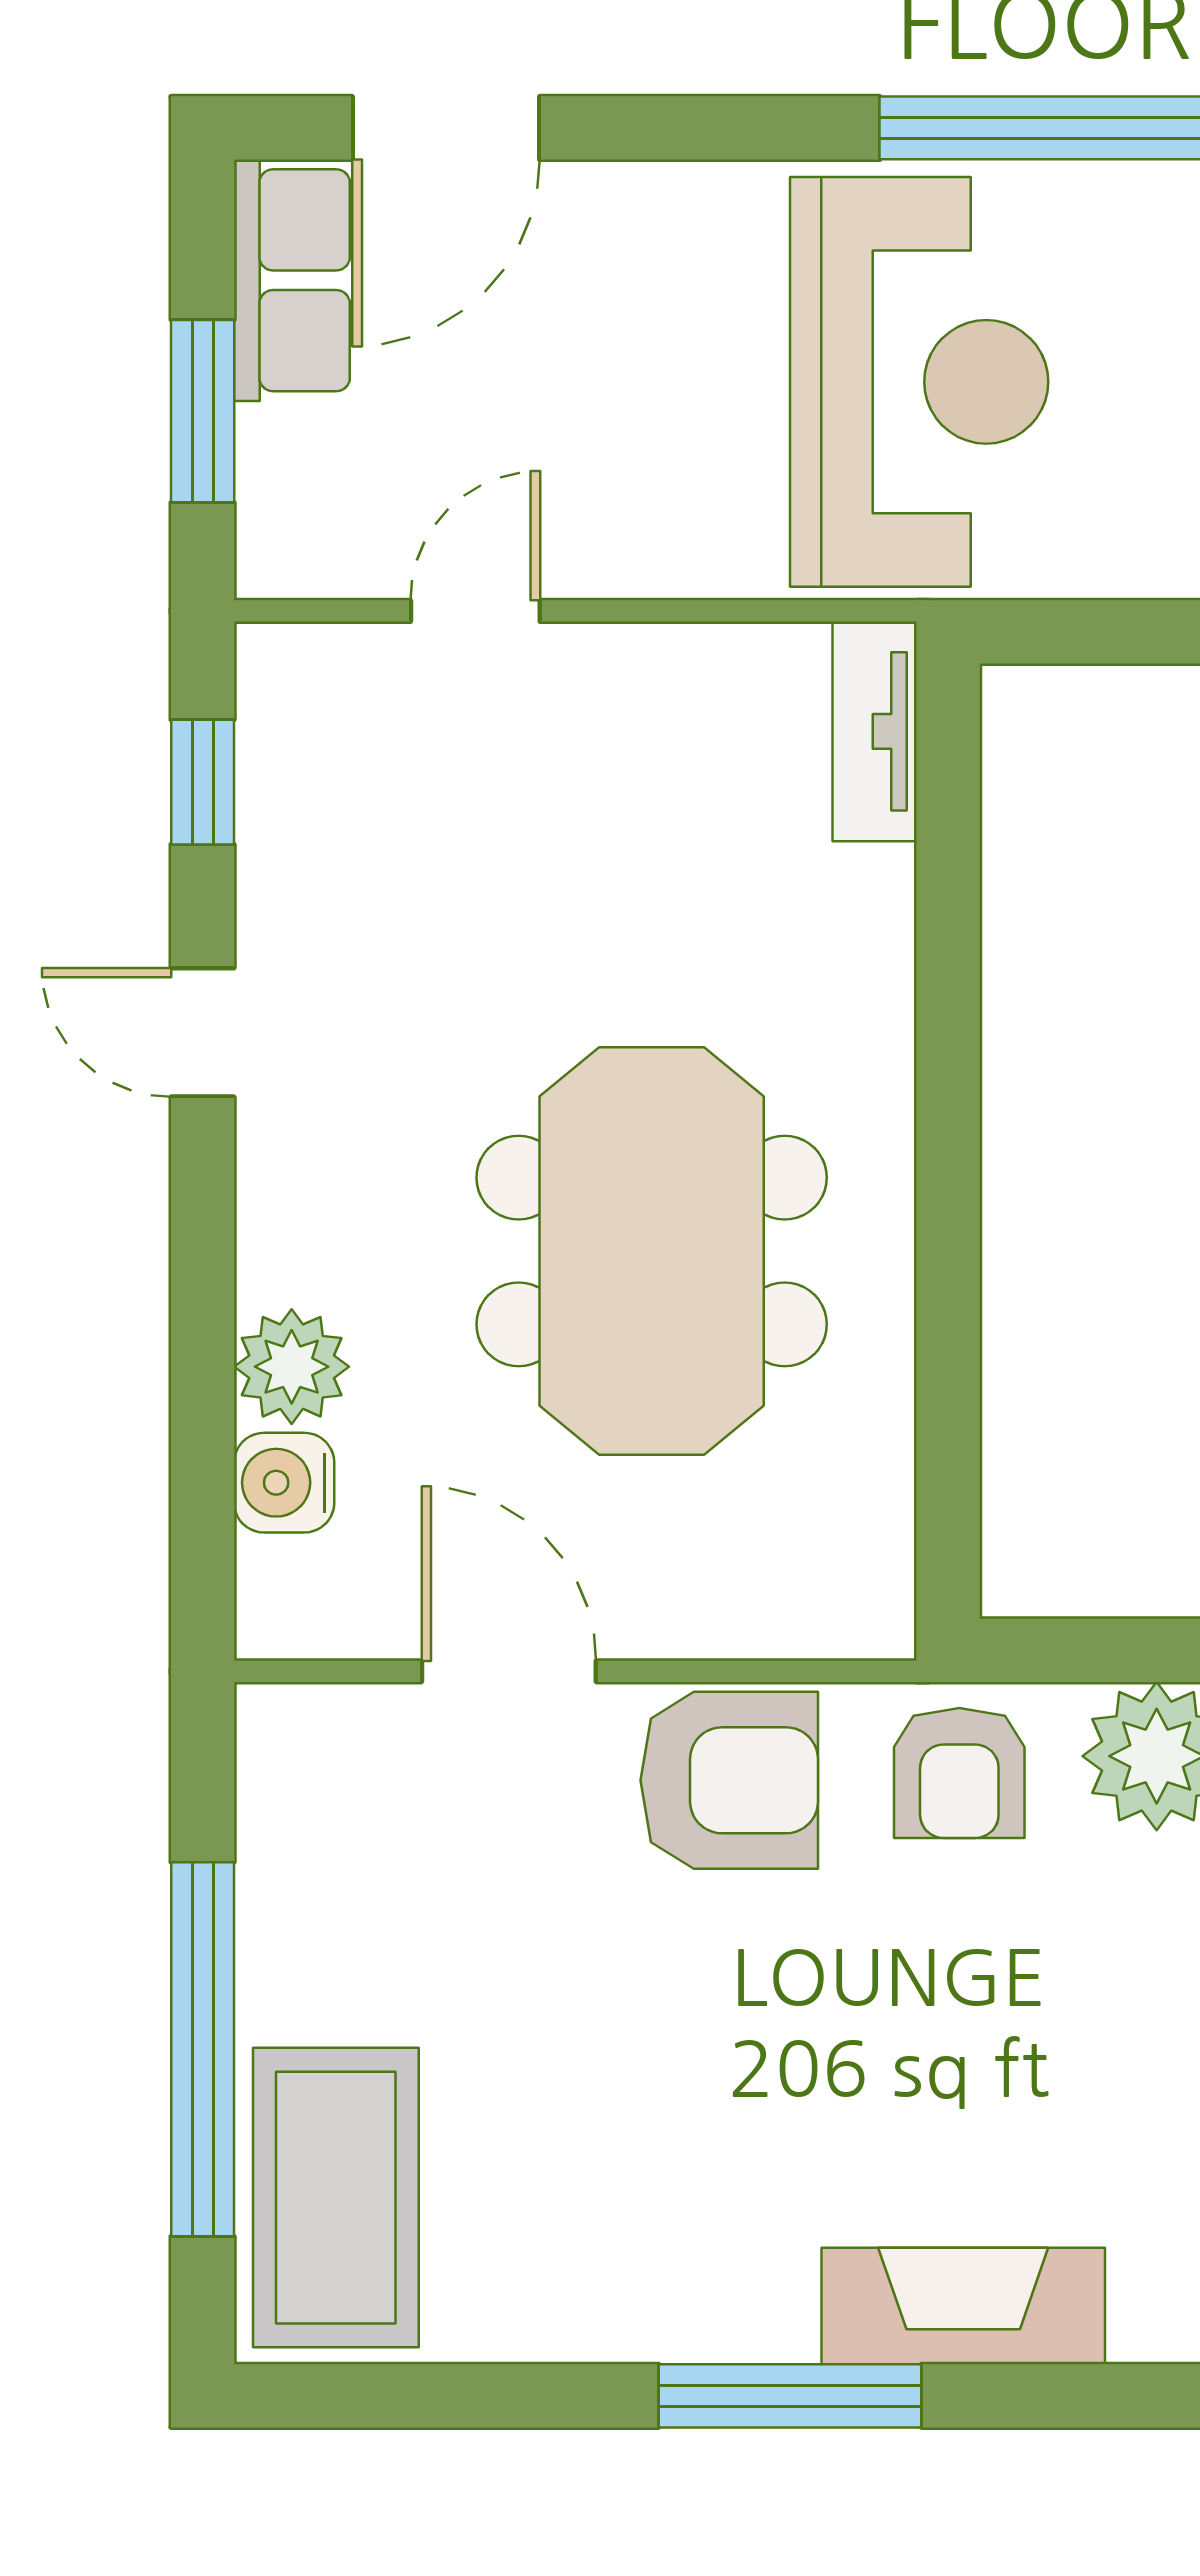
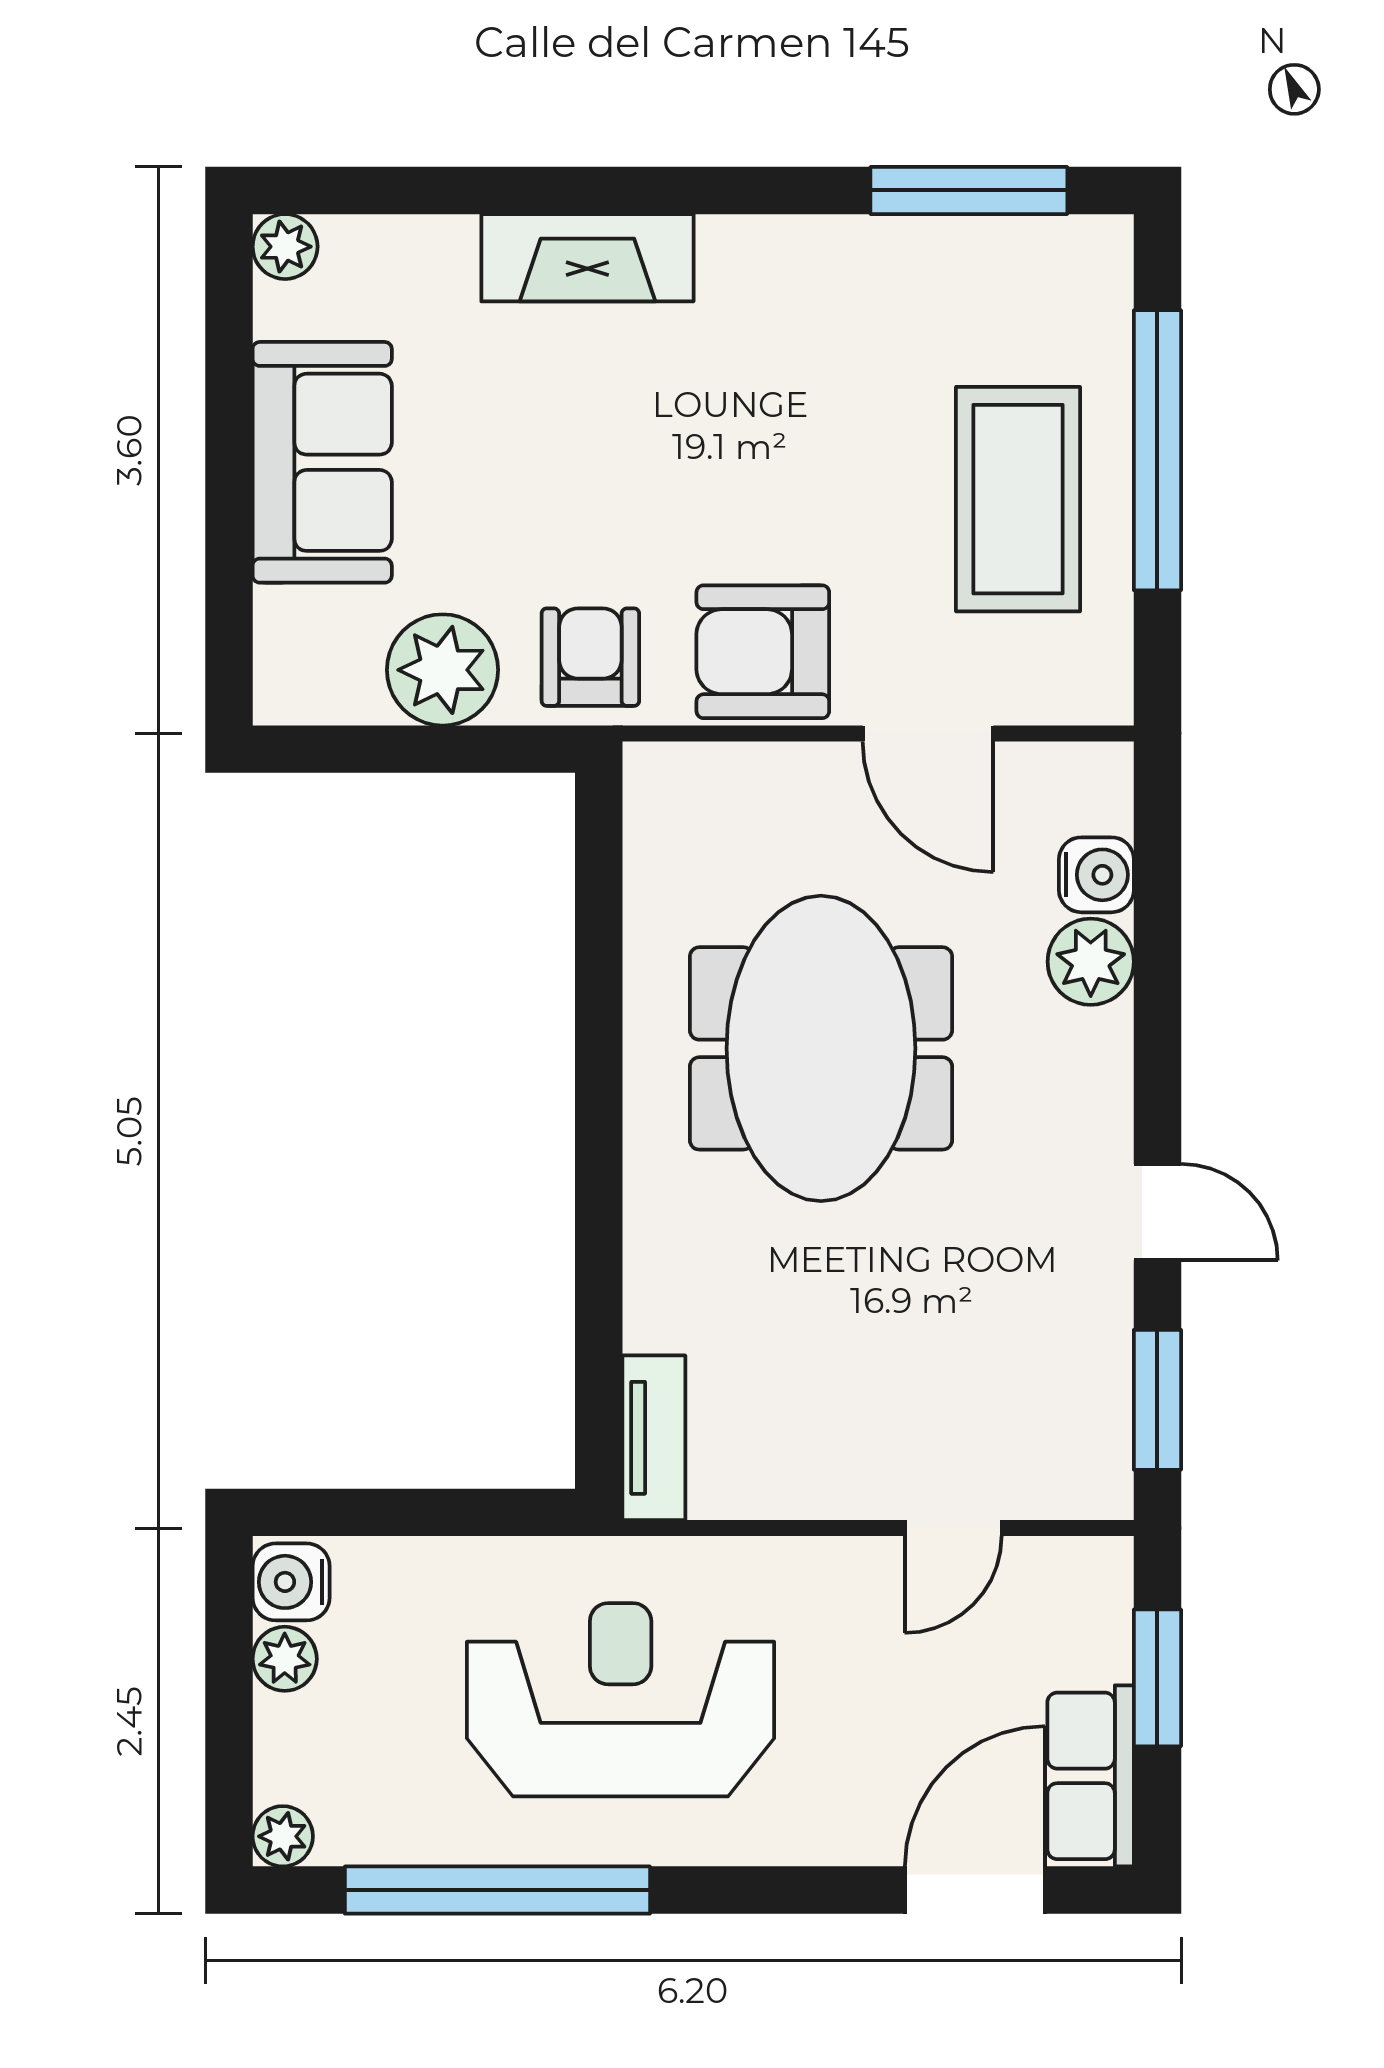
reception desk: (919, 382) -> (621, 1700), turned 90
window: (203, 782) -> (1157, 1400), width x1.50
coffee table: (336, 2198) -> (1018, 499), moved
window: (790, 2396) -> (969, 190), moved

